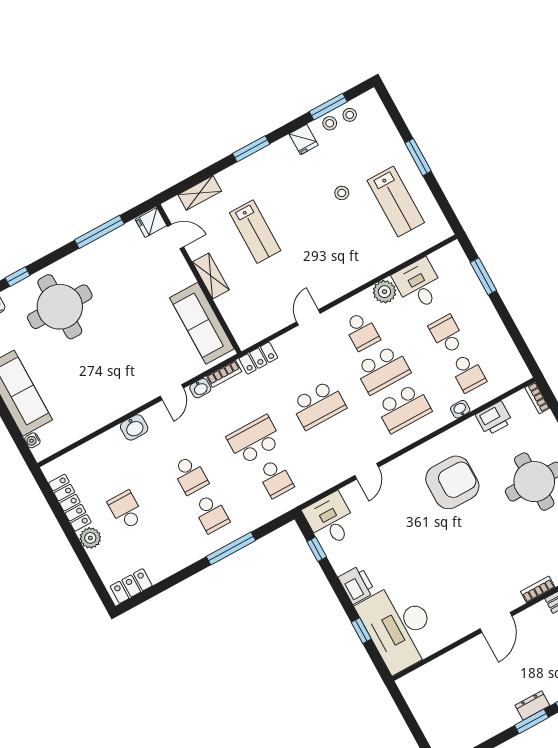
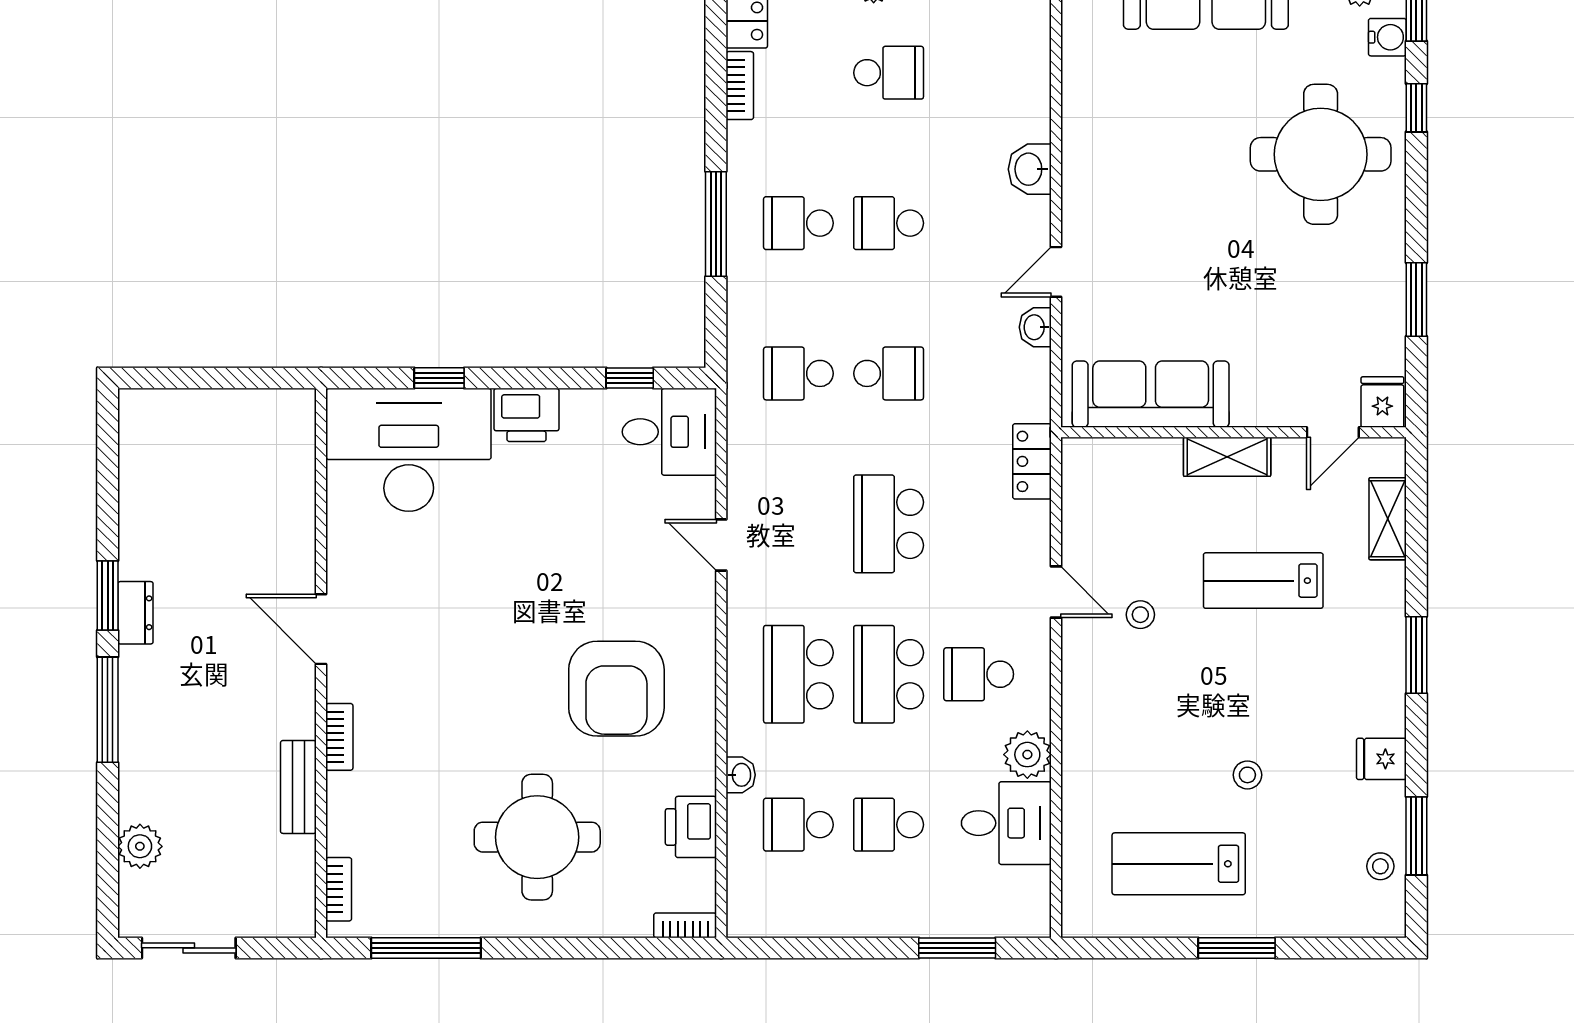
stool: (330, 123) -> (1140, 615), moved
window: (99, 232) -> (1416, 300), width x0.69
school desk: (447, 334) -> (889, 825), turned 180
bookcase: (224, 374) -> (740, 86), moved, turned 180
door: (172, 392) -> (1056, 272), hinge flipped
school desk: (254, 440) -> (889, 373), width x0.54

